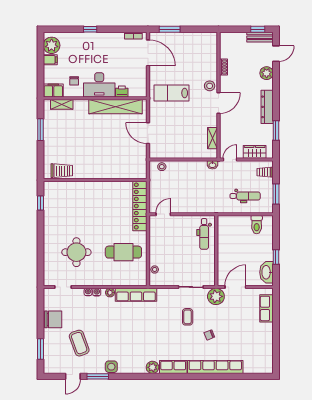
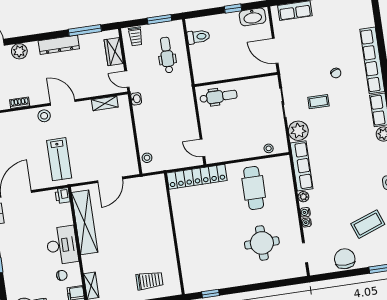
printer: (122, 91) -> (63, 196), moved
window: (276, 131) -> (85, 30), width x1.44
trolley: (62, 171) -> (149, 281), moved, turned 90
plant: (216, 296) -> (298, 131), moved

